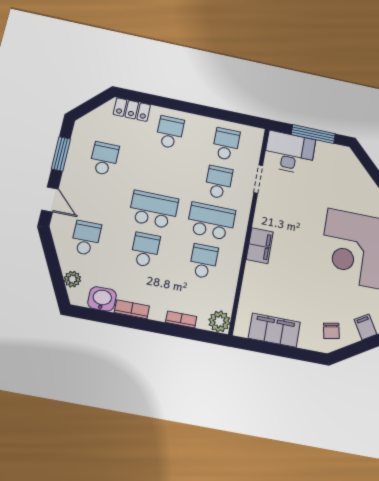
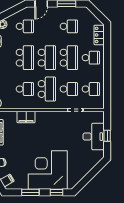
window: (313, 134) -> (107, 136), width x0.46
desk: (290, 153) -> (94, 137), moved
school desk: (162, 170) -> (69, 58), added
filing cabinet: (260, 246) -> (26, 117), moved
school desk: (145, 250) -> (25, 58), width x1.85

